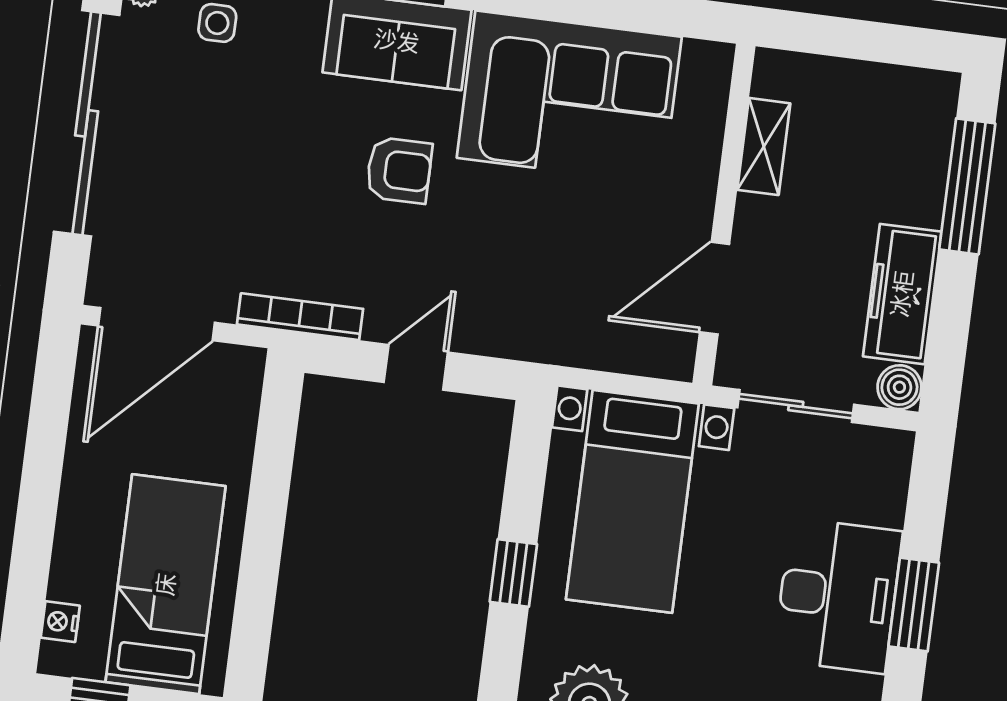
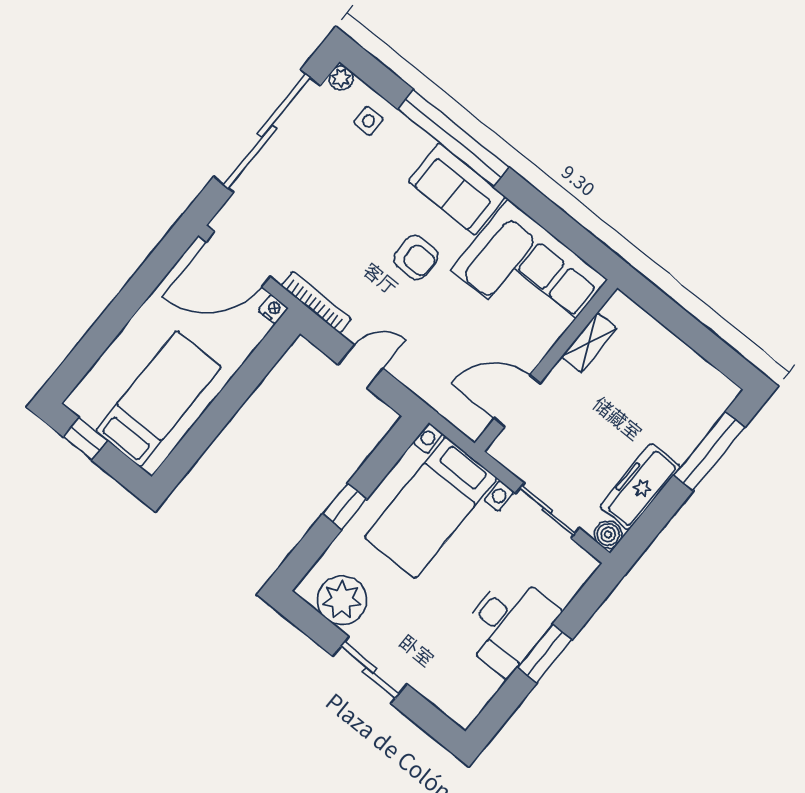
shelving: (764, 147) -> (589, 343), moved
wall: (724, 215) -> (546, 365), moved
door: (715, 288) -> (517, 401), moved
nightstand: (60, 622) -> (273, 309), moved, turned 90

